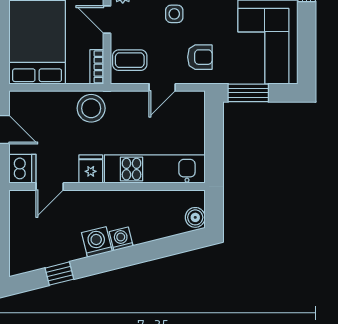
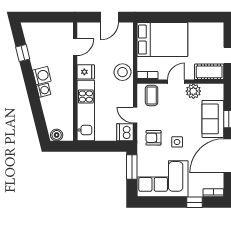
side table: (174, 14) -> (177, 142), moved
armchair: (200, 57) -> (153, 138), turned 90
dishwasher: (22, 169) -> (125, 132), moved, turned 90
door: (50, 187) -> (75, 47), swing flipped

